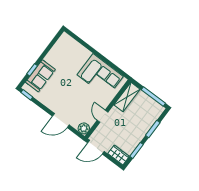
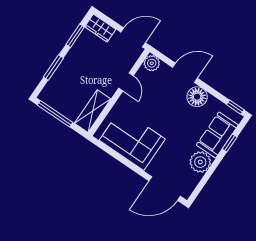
door: (79, 40) -> (165, 189), added
plant: (53, 57) -> (200, 162), added
floor lamp: (53, 103) -> (197, 97), added

